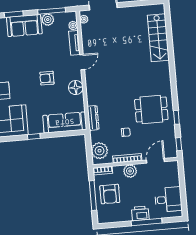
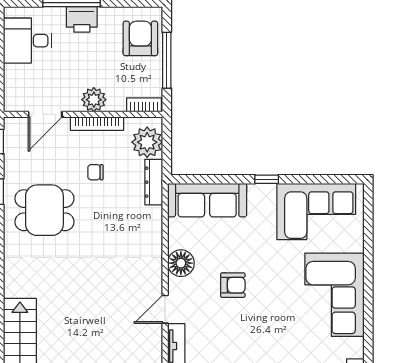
dresser: (93, 118) -> (154, 182), moved
armchair: (110, 194) -> (140, 38), moved

